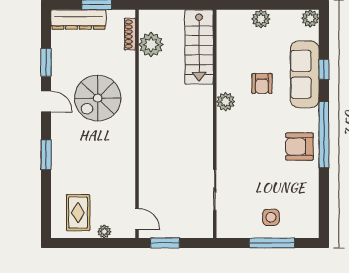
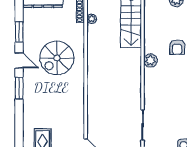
plant: (151, 45) -> (92, 19), width x0.53, depth x0.53
window: (46, 155) -> (19, 88), moved

